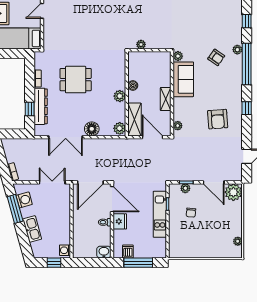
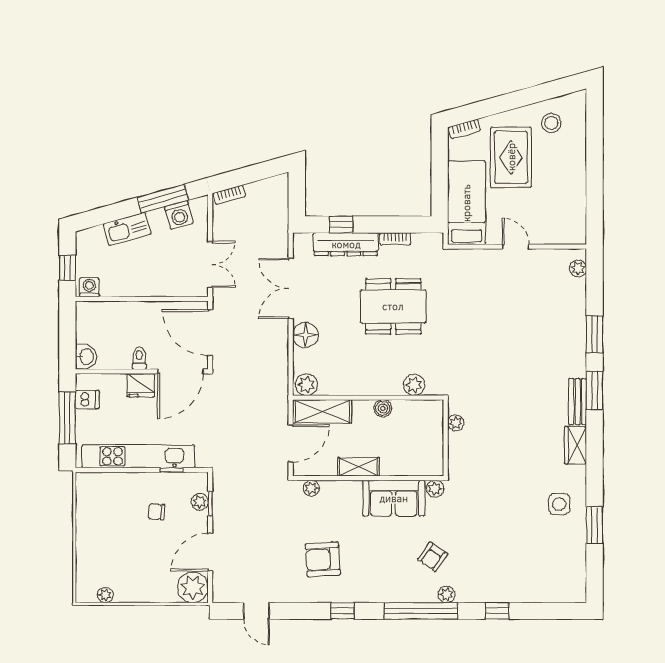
dining table: (76, 80) -> (393, 306), width x1.38
plant: (120, 96) -> (414, 385), moved
kitchen unit: (160, 214) -> (138, 456), width x1.36

